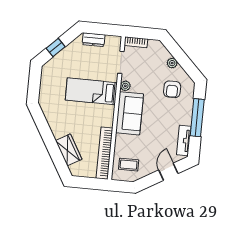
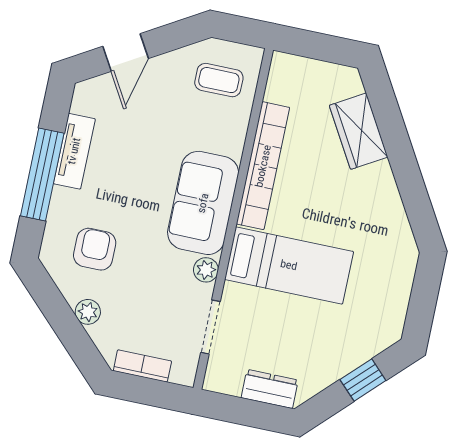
bookcase: (136, 42) -> (142, 366), moved
tv unit: (184, 141) -> (74, 151), moved
bookcase: (104, 153) -> (263, 166), moved

